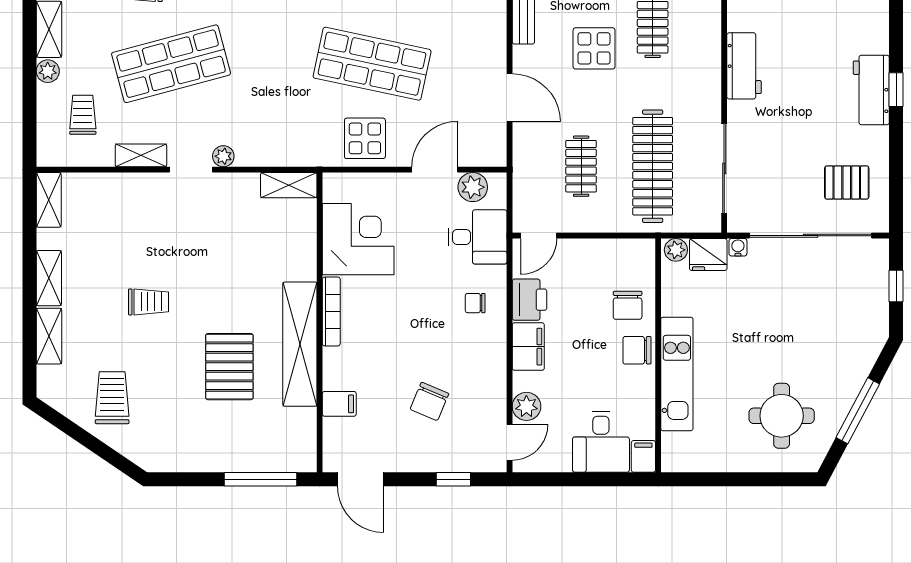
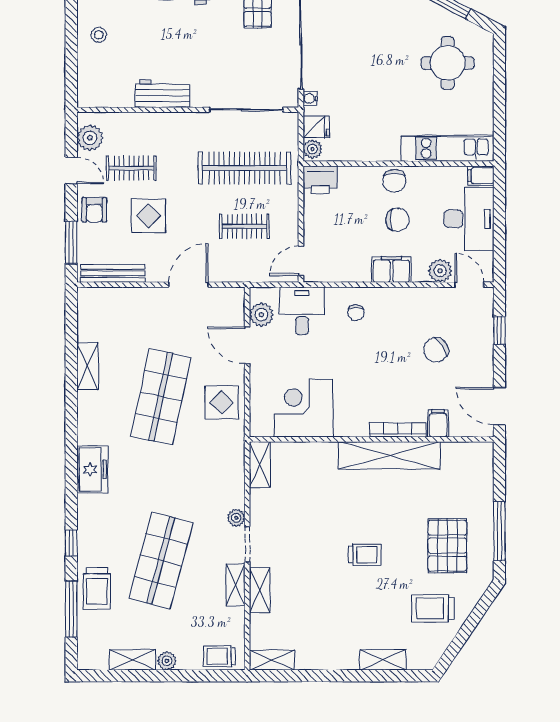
shop shelf: (171, 64) -> (161, 560), turned 30
trolley: (83, 115) -> (219, 656), moved
door: (539, 236) -> (301, 261), swing flipped
fridge: (708, 255) -> (316, 127), width x0.72
shelving: (49, 278) -> (260, 590), moved, turned 90
printer: (529, 300) -> (320, 180), moved, turned 180
trolley: (149, 302) -> (365, 555), moved, turned 90
chair: (628, 305) -> (397, 220), moved
bookcase: (331, 311) -> (398, 430), moved
pallet: (229, 367) -> (447, 546), moved, turned 90
kitchen unit: (677, 374) -> (447, 148), moved
chair: (429, 401) -> (436, 350), turned 124
desk: (601, 442) -> (469, 219), width x1.37
window: (261, 479) -> (499, 531), moved
door: (361, 479) -> (499, 406), swing flipped

